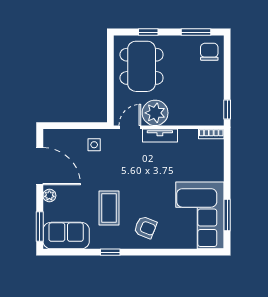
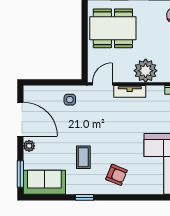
dining table: (142, 66) -> (113, 28), turned 90
plant: (155, 113) -> (146, 71), moved
coffee table: (109, 208) -> (83, 157), width x0.73, depth x0.77

